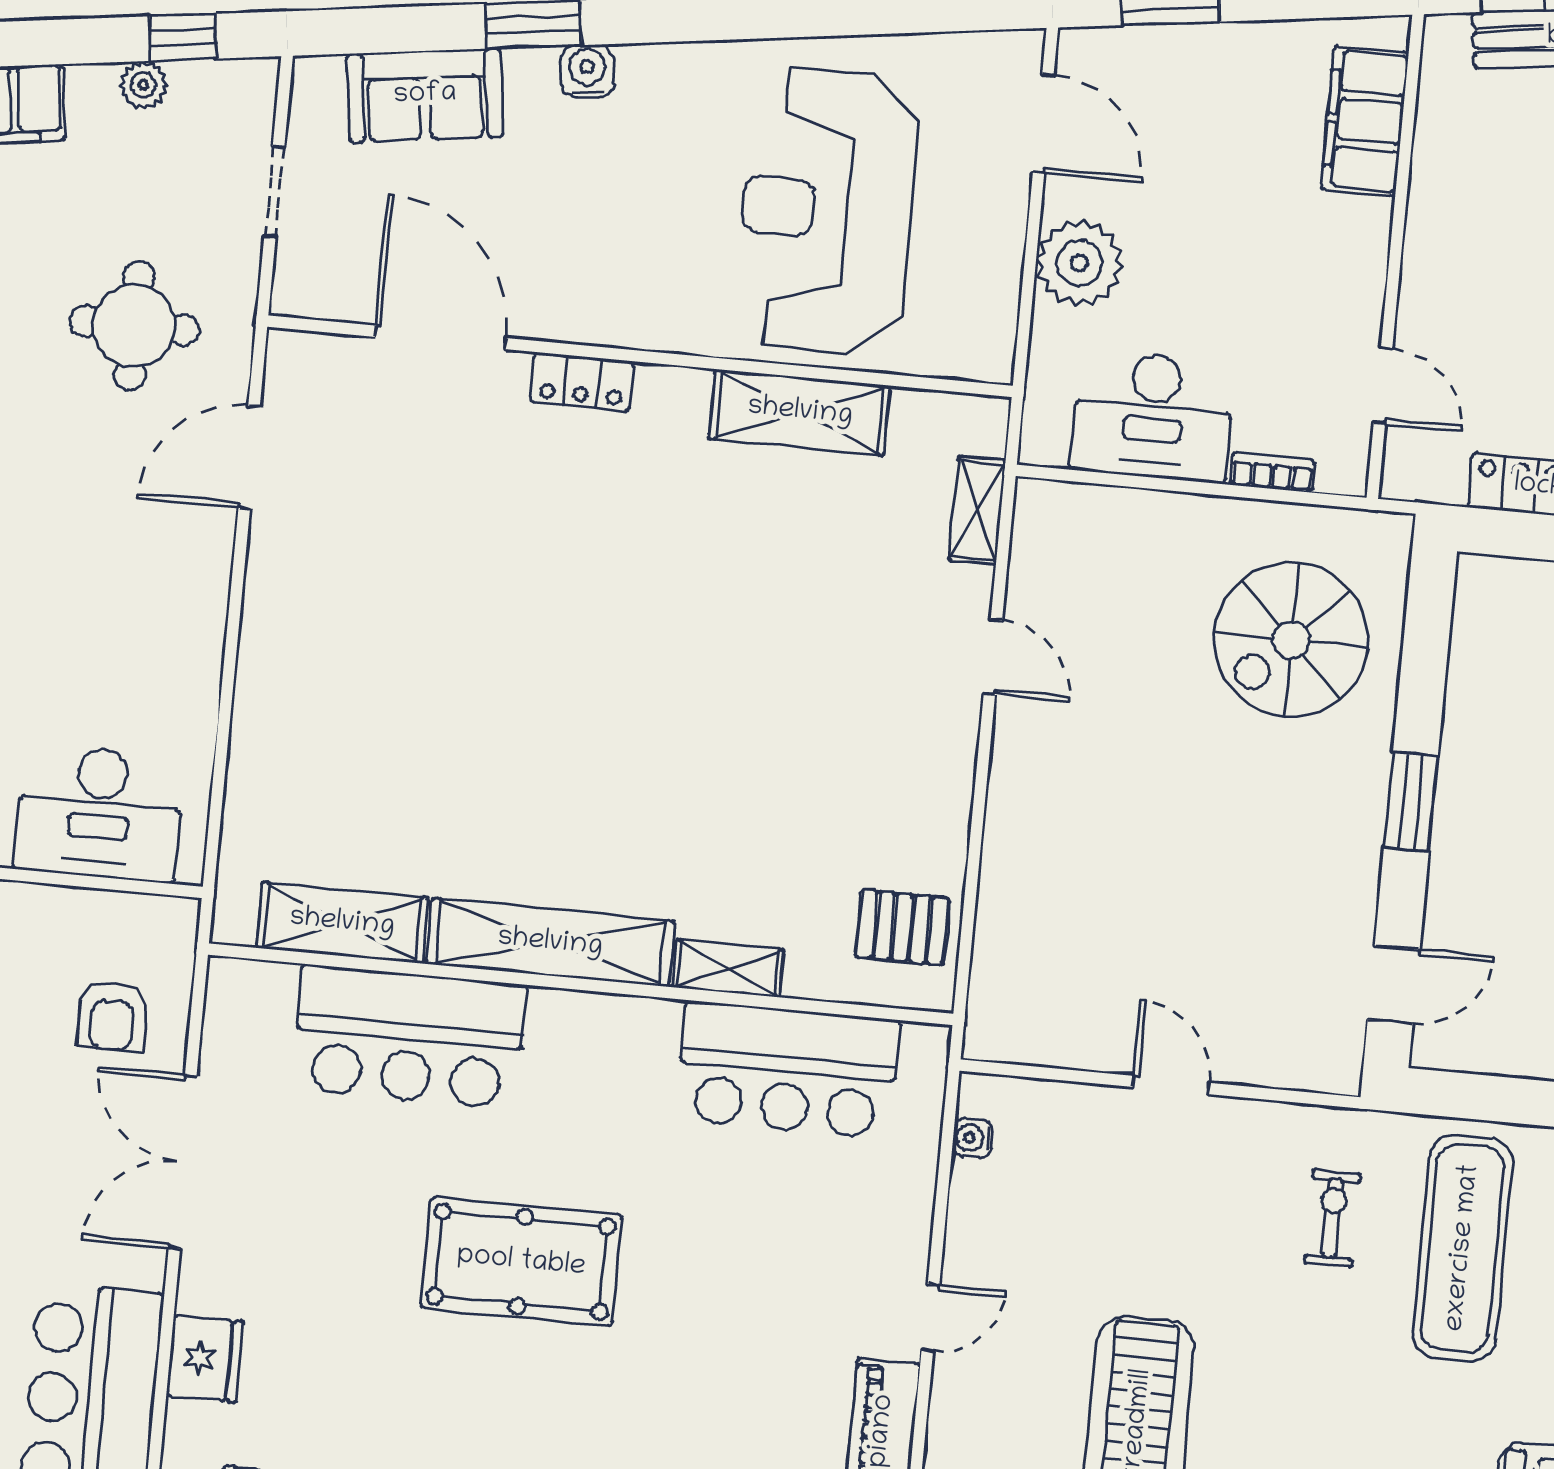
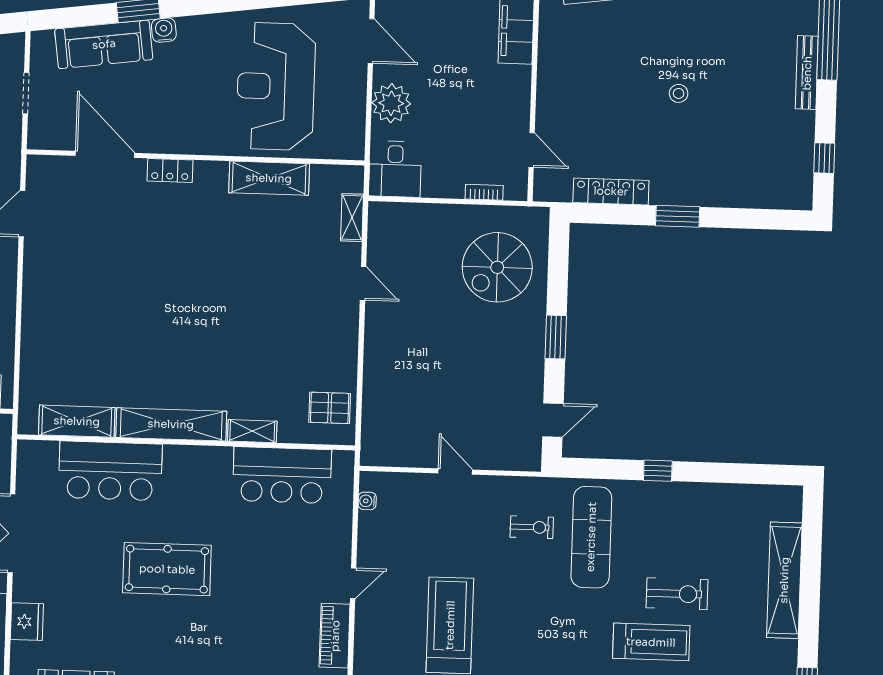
sofa: (425, 95) -> (104, 44), width x1.36
desk: (1153, 416) -> (395, 169), moved, width x0.73
exercise bike: (1332, 1218) -> (532, 527), turned 90

